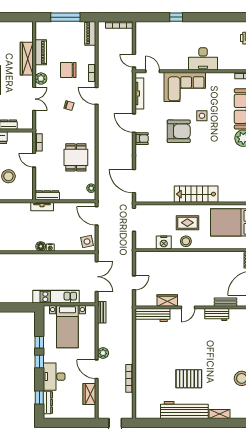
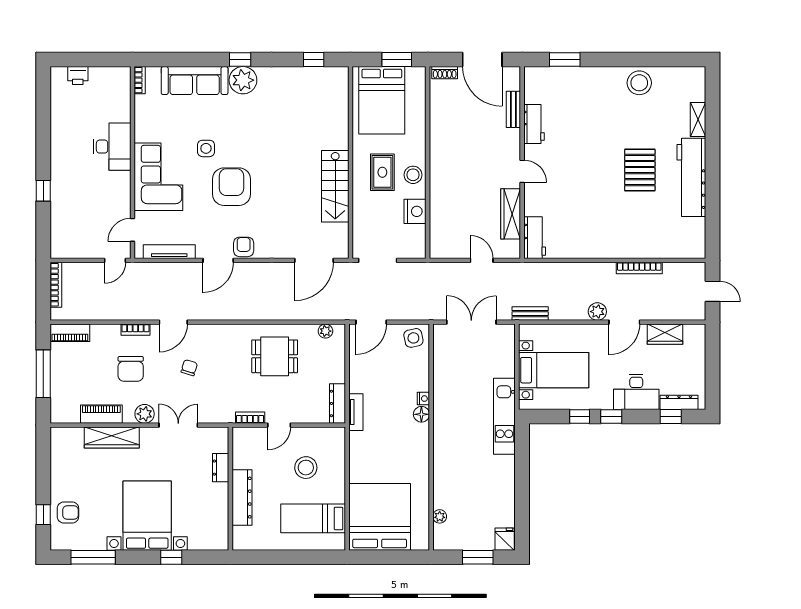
stairs: (196, 194) -> (335, 186), moved
kitchen unit: (56, 297) -> (504, 416), moved
wardrobe: (167, 300) -> (511, 214), width x1.50
workbench: (153, 315) -> (535, 238), width x0.73

